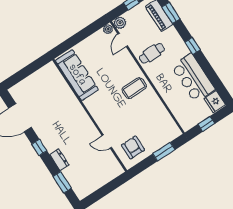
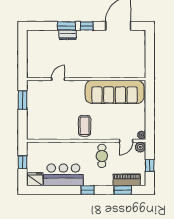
door: (123, 40) -> (126, 141), swing flipped
sofa: (77, 75) -> (115, 92), width x1.36, depth x1.27
armchair: (133, 147) -> (41, 96), removed
window: (164, 152) -> (23, 100), moved
window: (62, 182) -> (66, 26), moved

